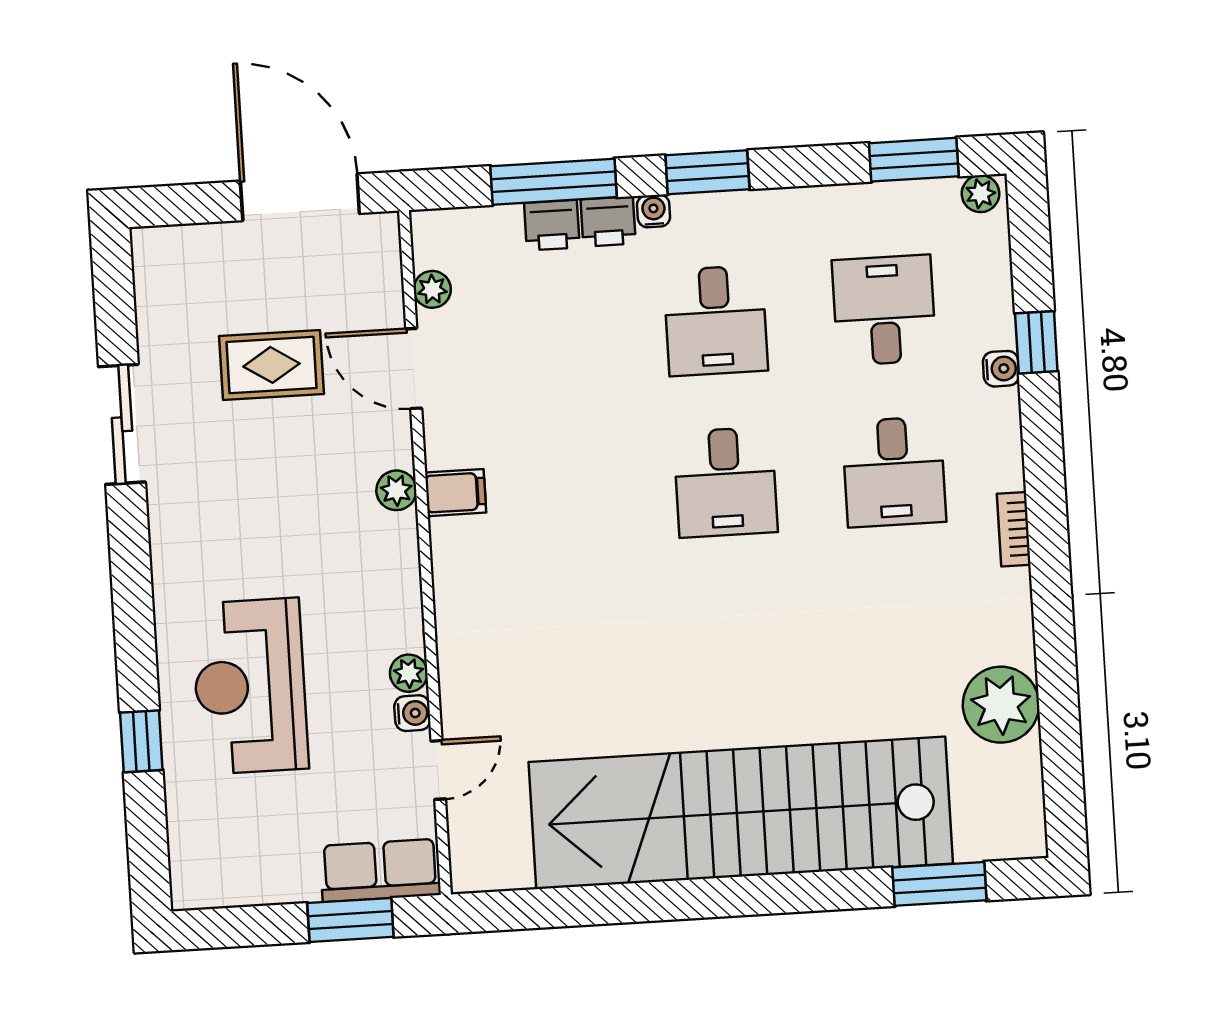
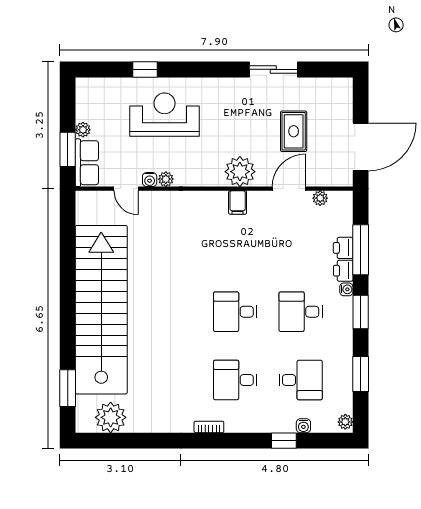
window: (914, 160) -> (361, 374), moved
water cooler: (1001, 369) -> (303, 426), moved
plant: (396, 490) -> (240, 172), width x1.88, depth x1.88
plant: (1001, 705) -> (111, 417), moved
plant: (299, 885) -> (83, 130), added

